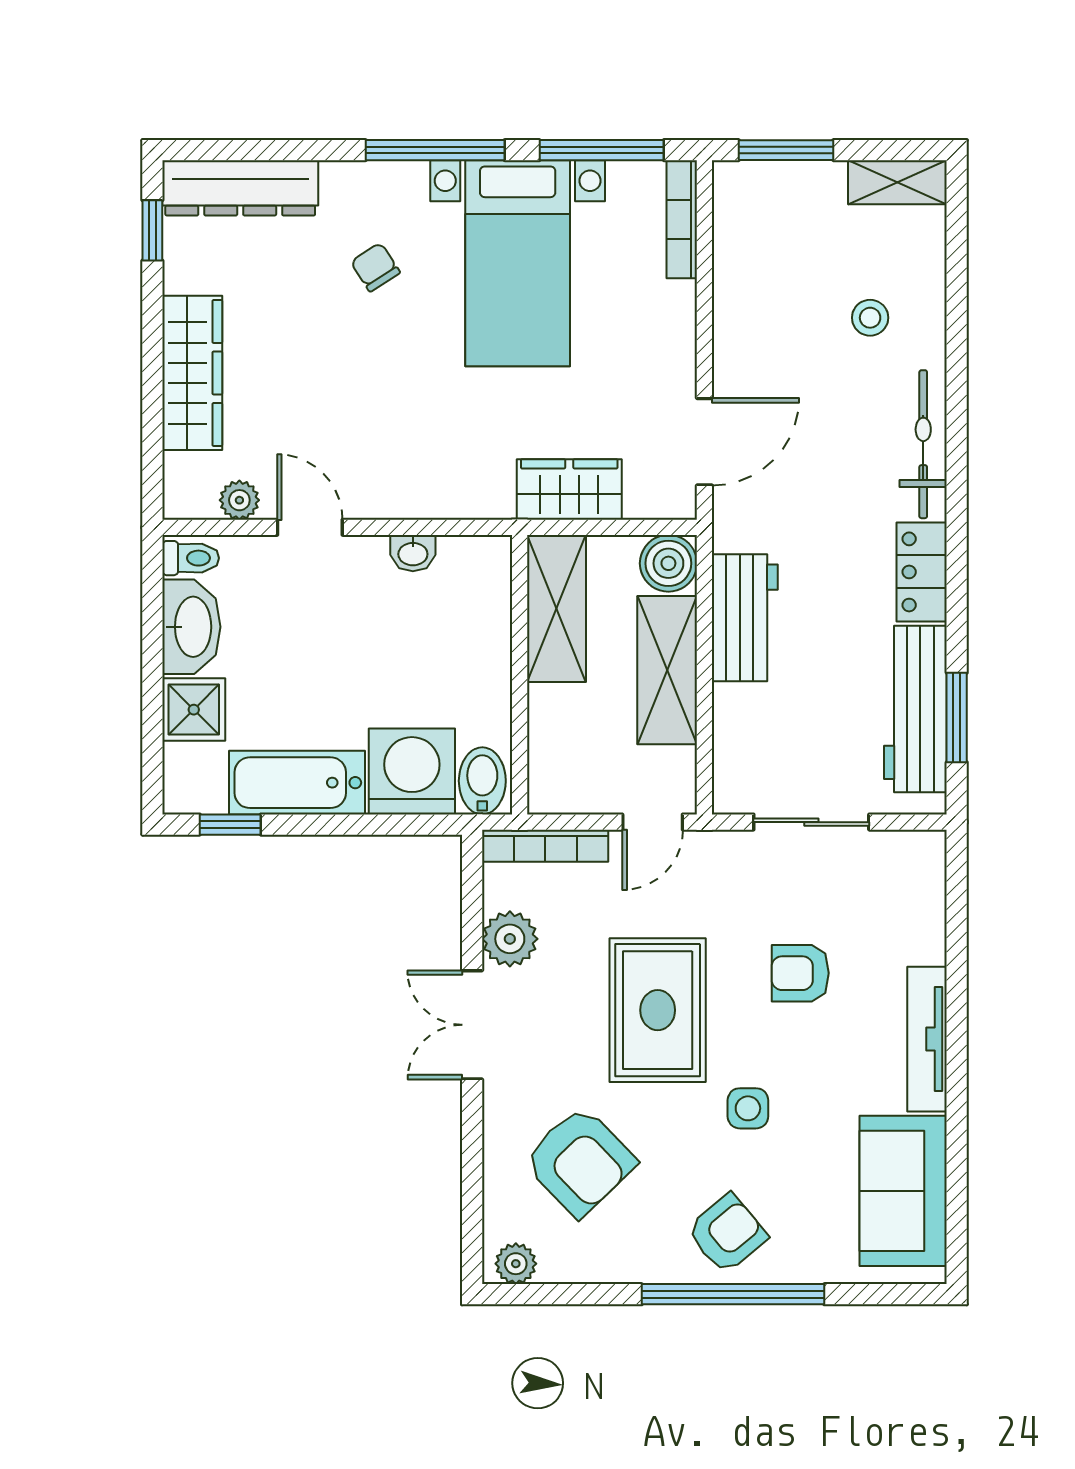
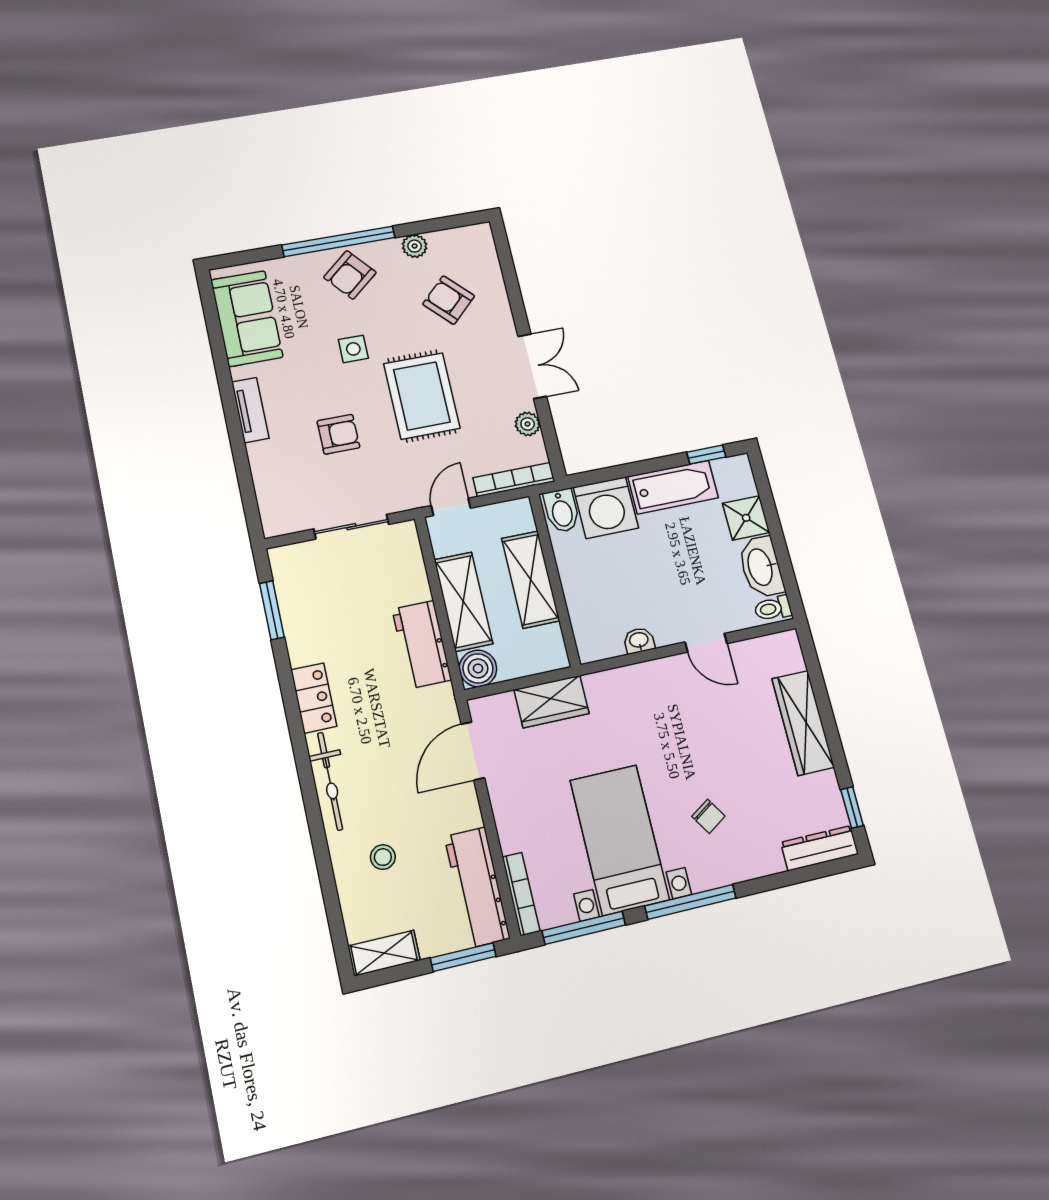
dresser: (240, 188) -> (820, 848), width x0.73, depth x0.80
plant: (239, 500) -> (753, 650), removed
shelving: (557, 608) -> (531, 579), moved
workbench: (915, 709) -> (477, 887), moved, turned 180
plant: (510, 939) -> (528, 424), width x0.73, depth x0.73
tv unit: (927, 1039) -> (250, 410), width x0.71
armchair: (580, 1161) -> (449, 300), width x0.72, depth x0.72
plant: (516, 1264) -> (415, 246), moved

